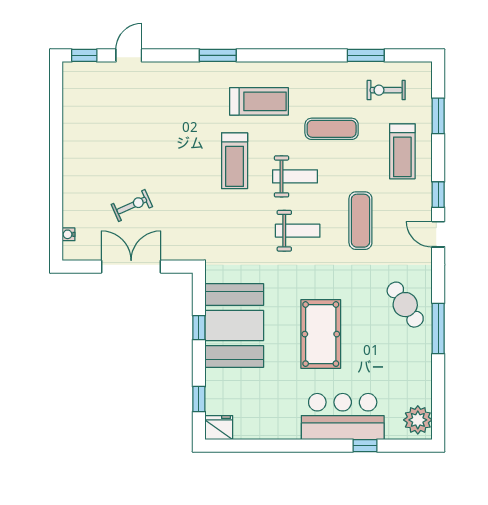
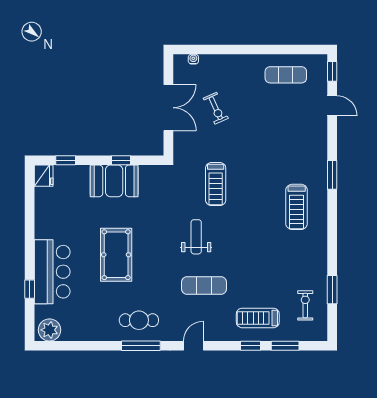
exercise mat: (332, 129) -> (286, 75), moved, turned 90
treadmill: (235, 161) -> (216, 184), moved, turned -90
weight bench: (295, 176) -> (238, 235), removed
window: (438, 195) -> (251, 346), moved
weight bench: (298, 231) -> (196, 237), turned 180
cafe table: (405, 305) -> (139, 320), turned 34
booth: (234, 325) -> (114, 181), width x0.73, depth x0.70
window: (438, 328) -> (141, 346), moved
pool table: (321, 334) -> (116, 255), turned 90

